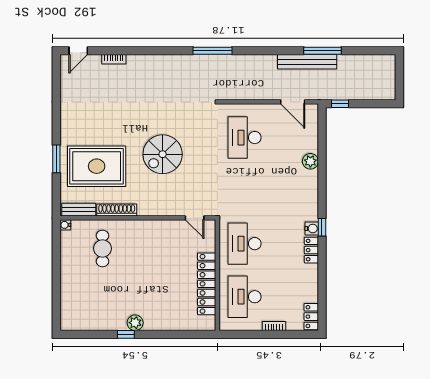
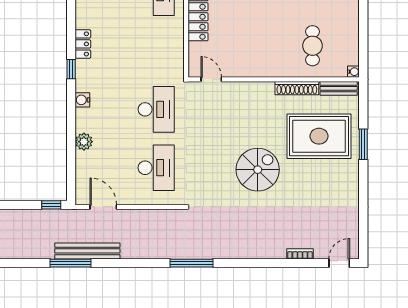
spiral stairs: (163, 154) -> (258, 170), moved
water cooler: (312, 229) -> (82, 100), moved
desk: (245, 244) -> (156, 109), moved

